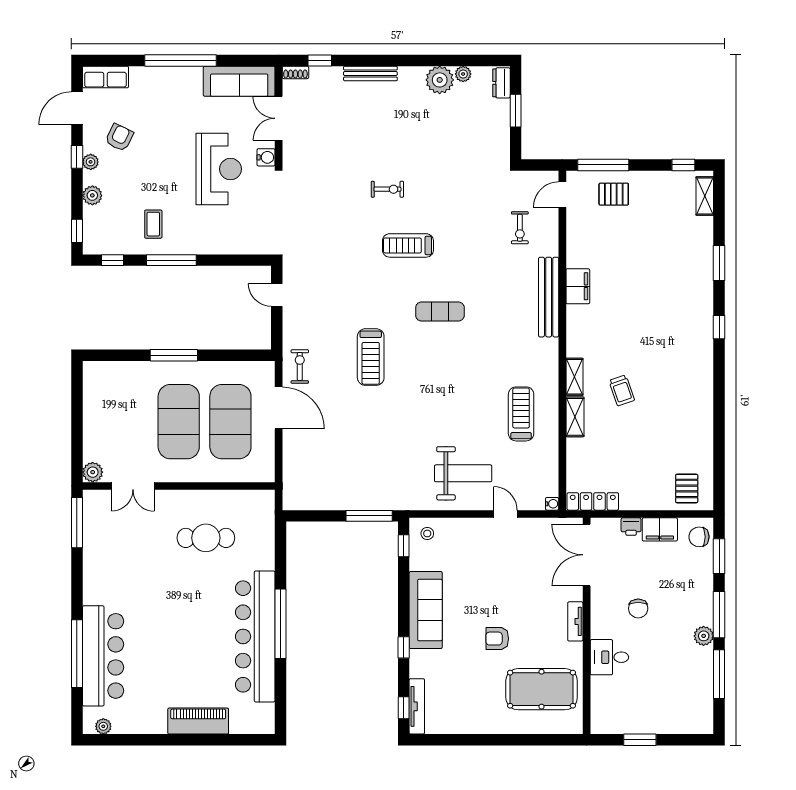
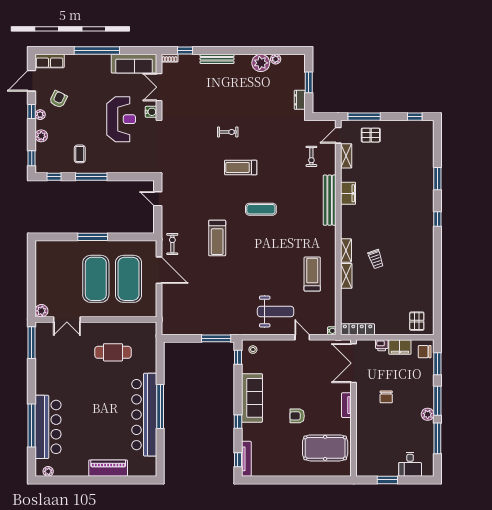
dresser: (501, 83) -> (300, 100), moved
shelving: (705, 196) -> (346, 156), moved
desk: (609, 657) -> (410, 464), moved, turned -90

